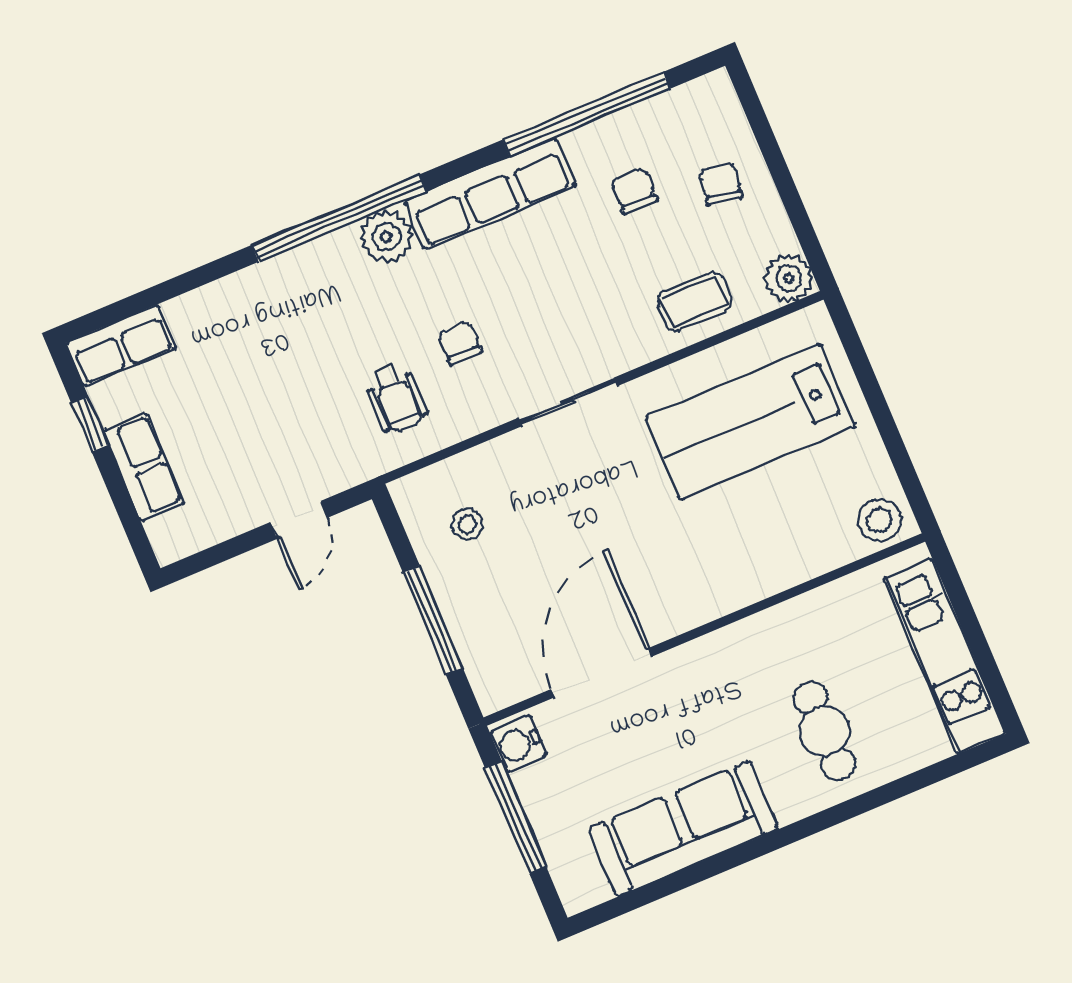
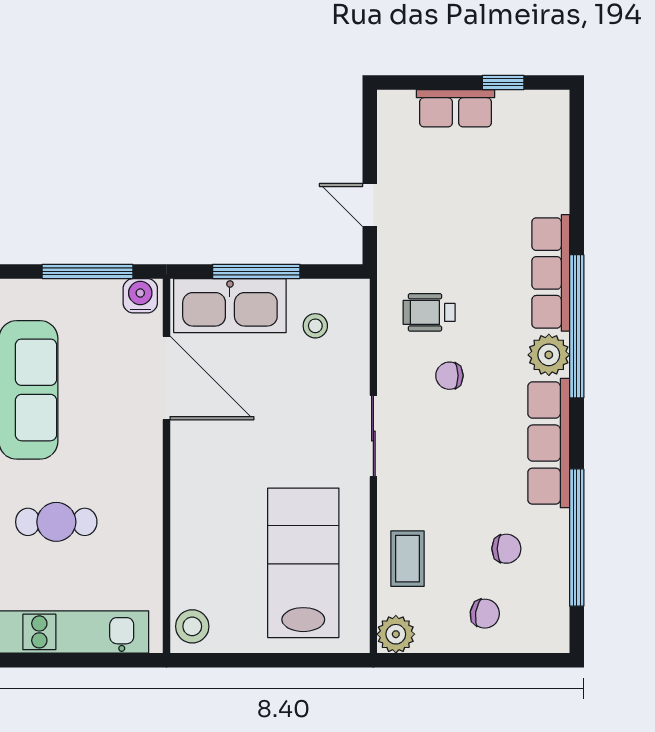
chair: (460, 343) -> (449, 376), turned 180
row of seats: (121, 346) -> (551, 273), moved, width x1.48
kitchen sink: (486, 634) -> (230, 306), added

